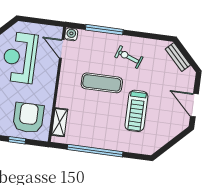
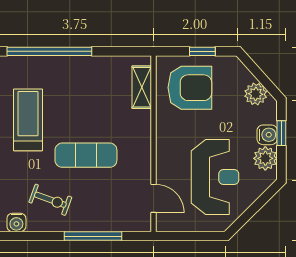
water cooler: (71, 34) -> (16, 222), moved
armchair: (28, 118) -> (190, 88), turned -90
window: (95, 151) -> (49, 51), moved

